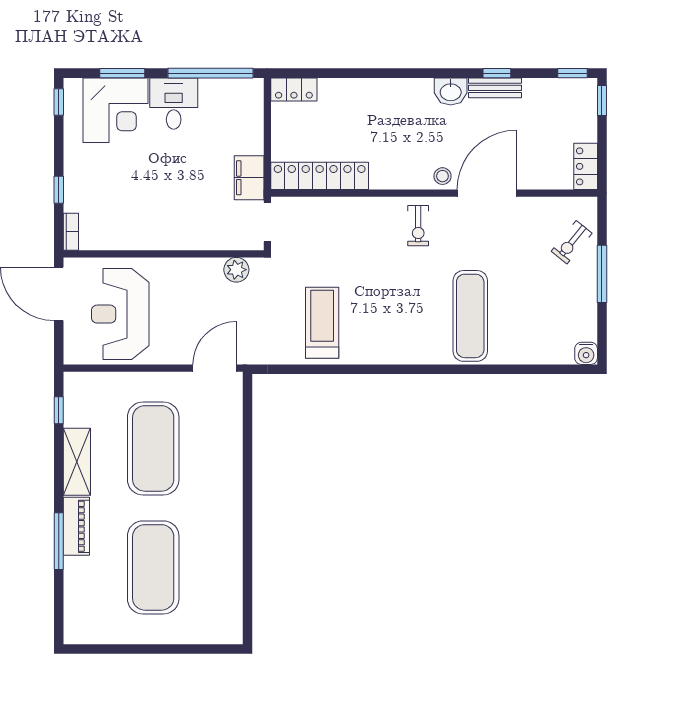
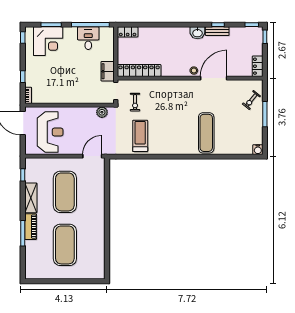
desk: (174, 104) -> (88, 38), moved
exercise bike: (418, 226) -> (135, 102), moved
reception desk: (120, 314) -> (50, 132), turned 180

